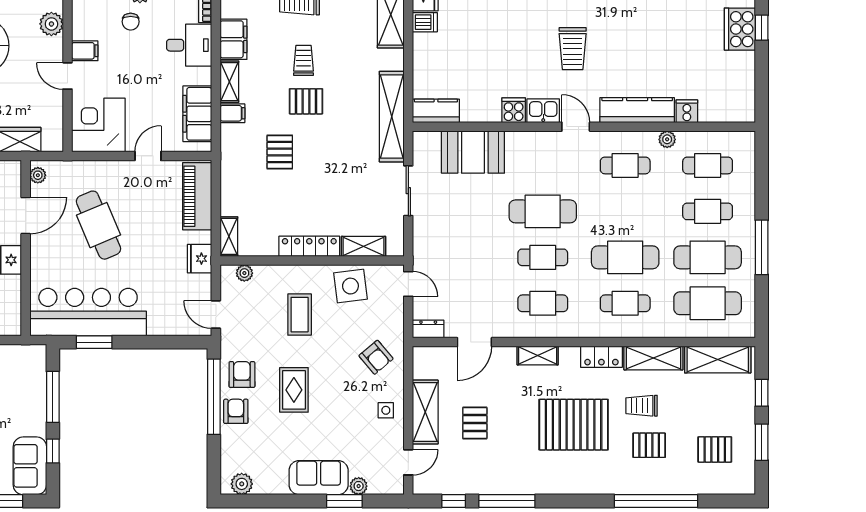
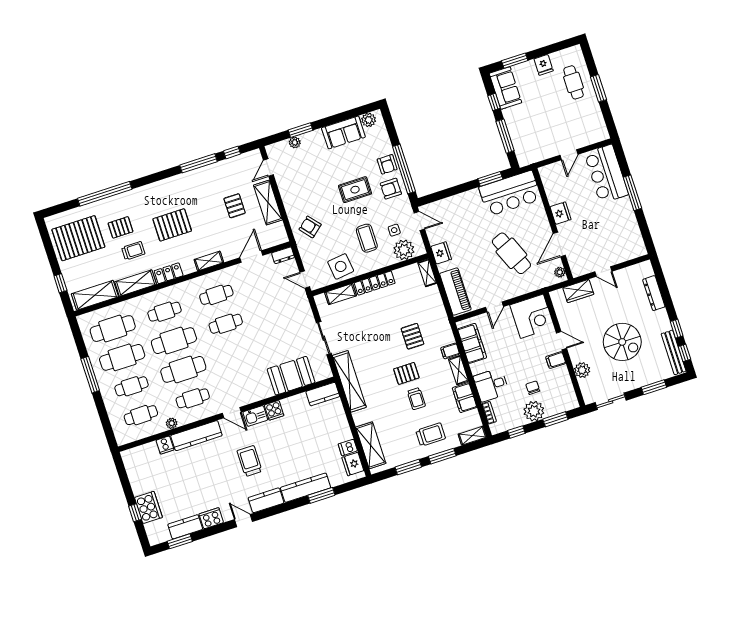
cafe table: (543, 211) -> (183, 369), moved
plant: (244, 273) -> (404, 250), width x1.88, depth x1.88
bar counter: (88, 312) -> (510, 193), width x0.73
armchair: (242, 375) -> (391, 189), turned 90
rug: (294, 390) -> (355, 190), turned 90
side table: (386, 410) -> (394, 230), moved
pallet: (574, 425) -> (172, 225), width x0.73, depth x0.71
window: (762, 442) -> (50, 252), removed
pallet: (715, 449) -> (78, 238), width x2.05, depth x2.00
sofa: (319, 478) -> (343, 132), moved

